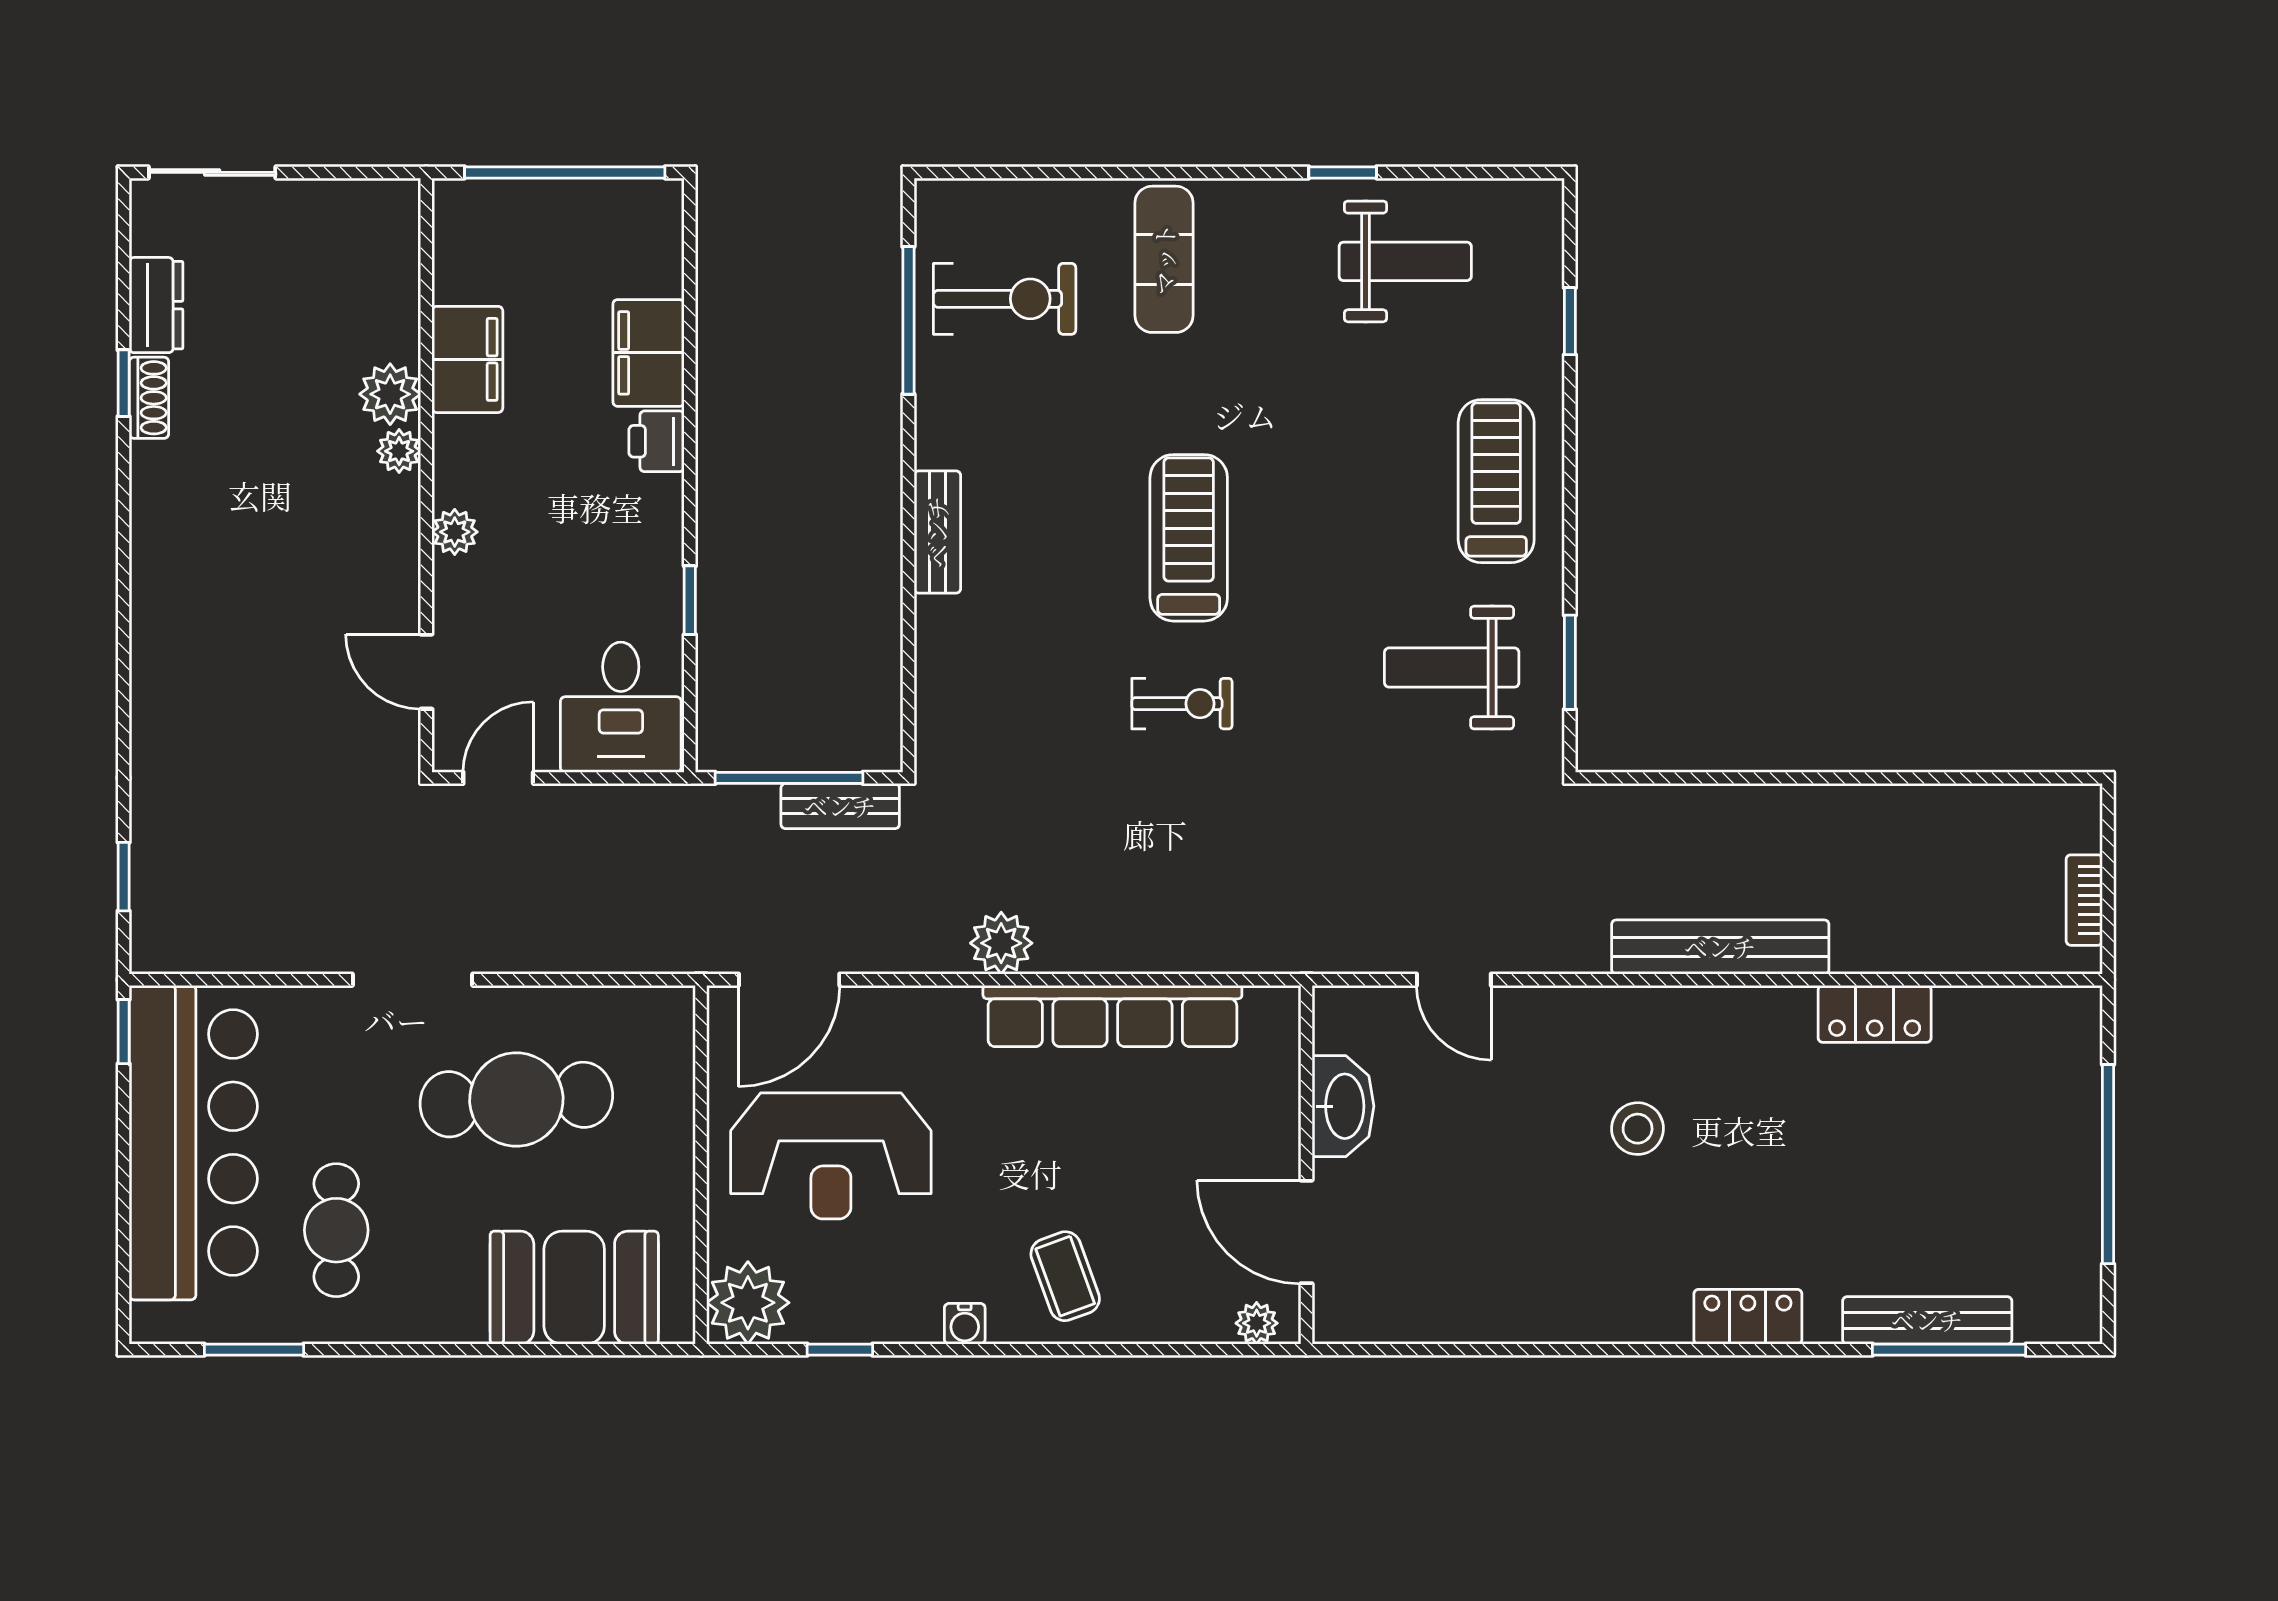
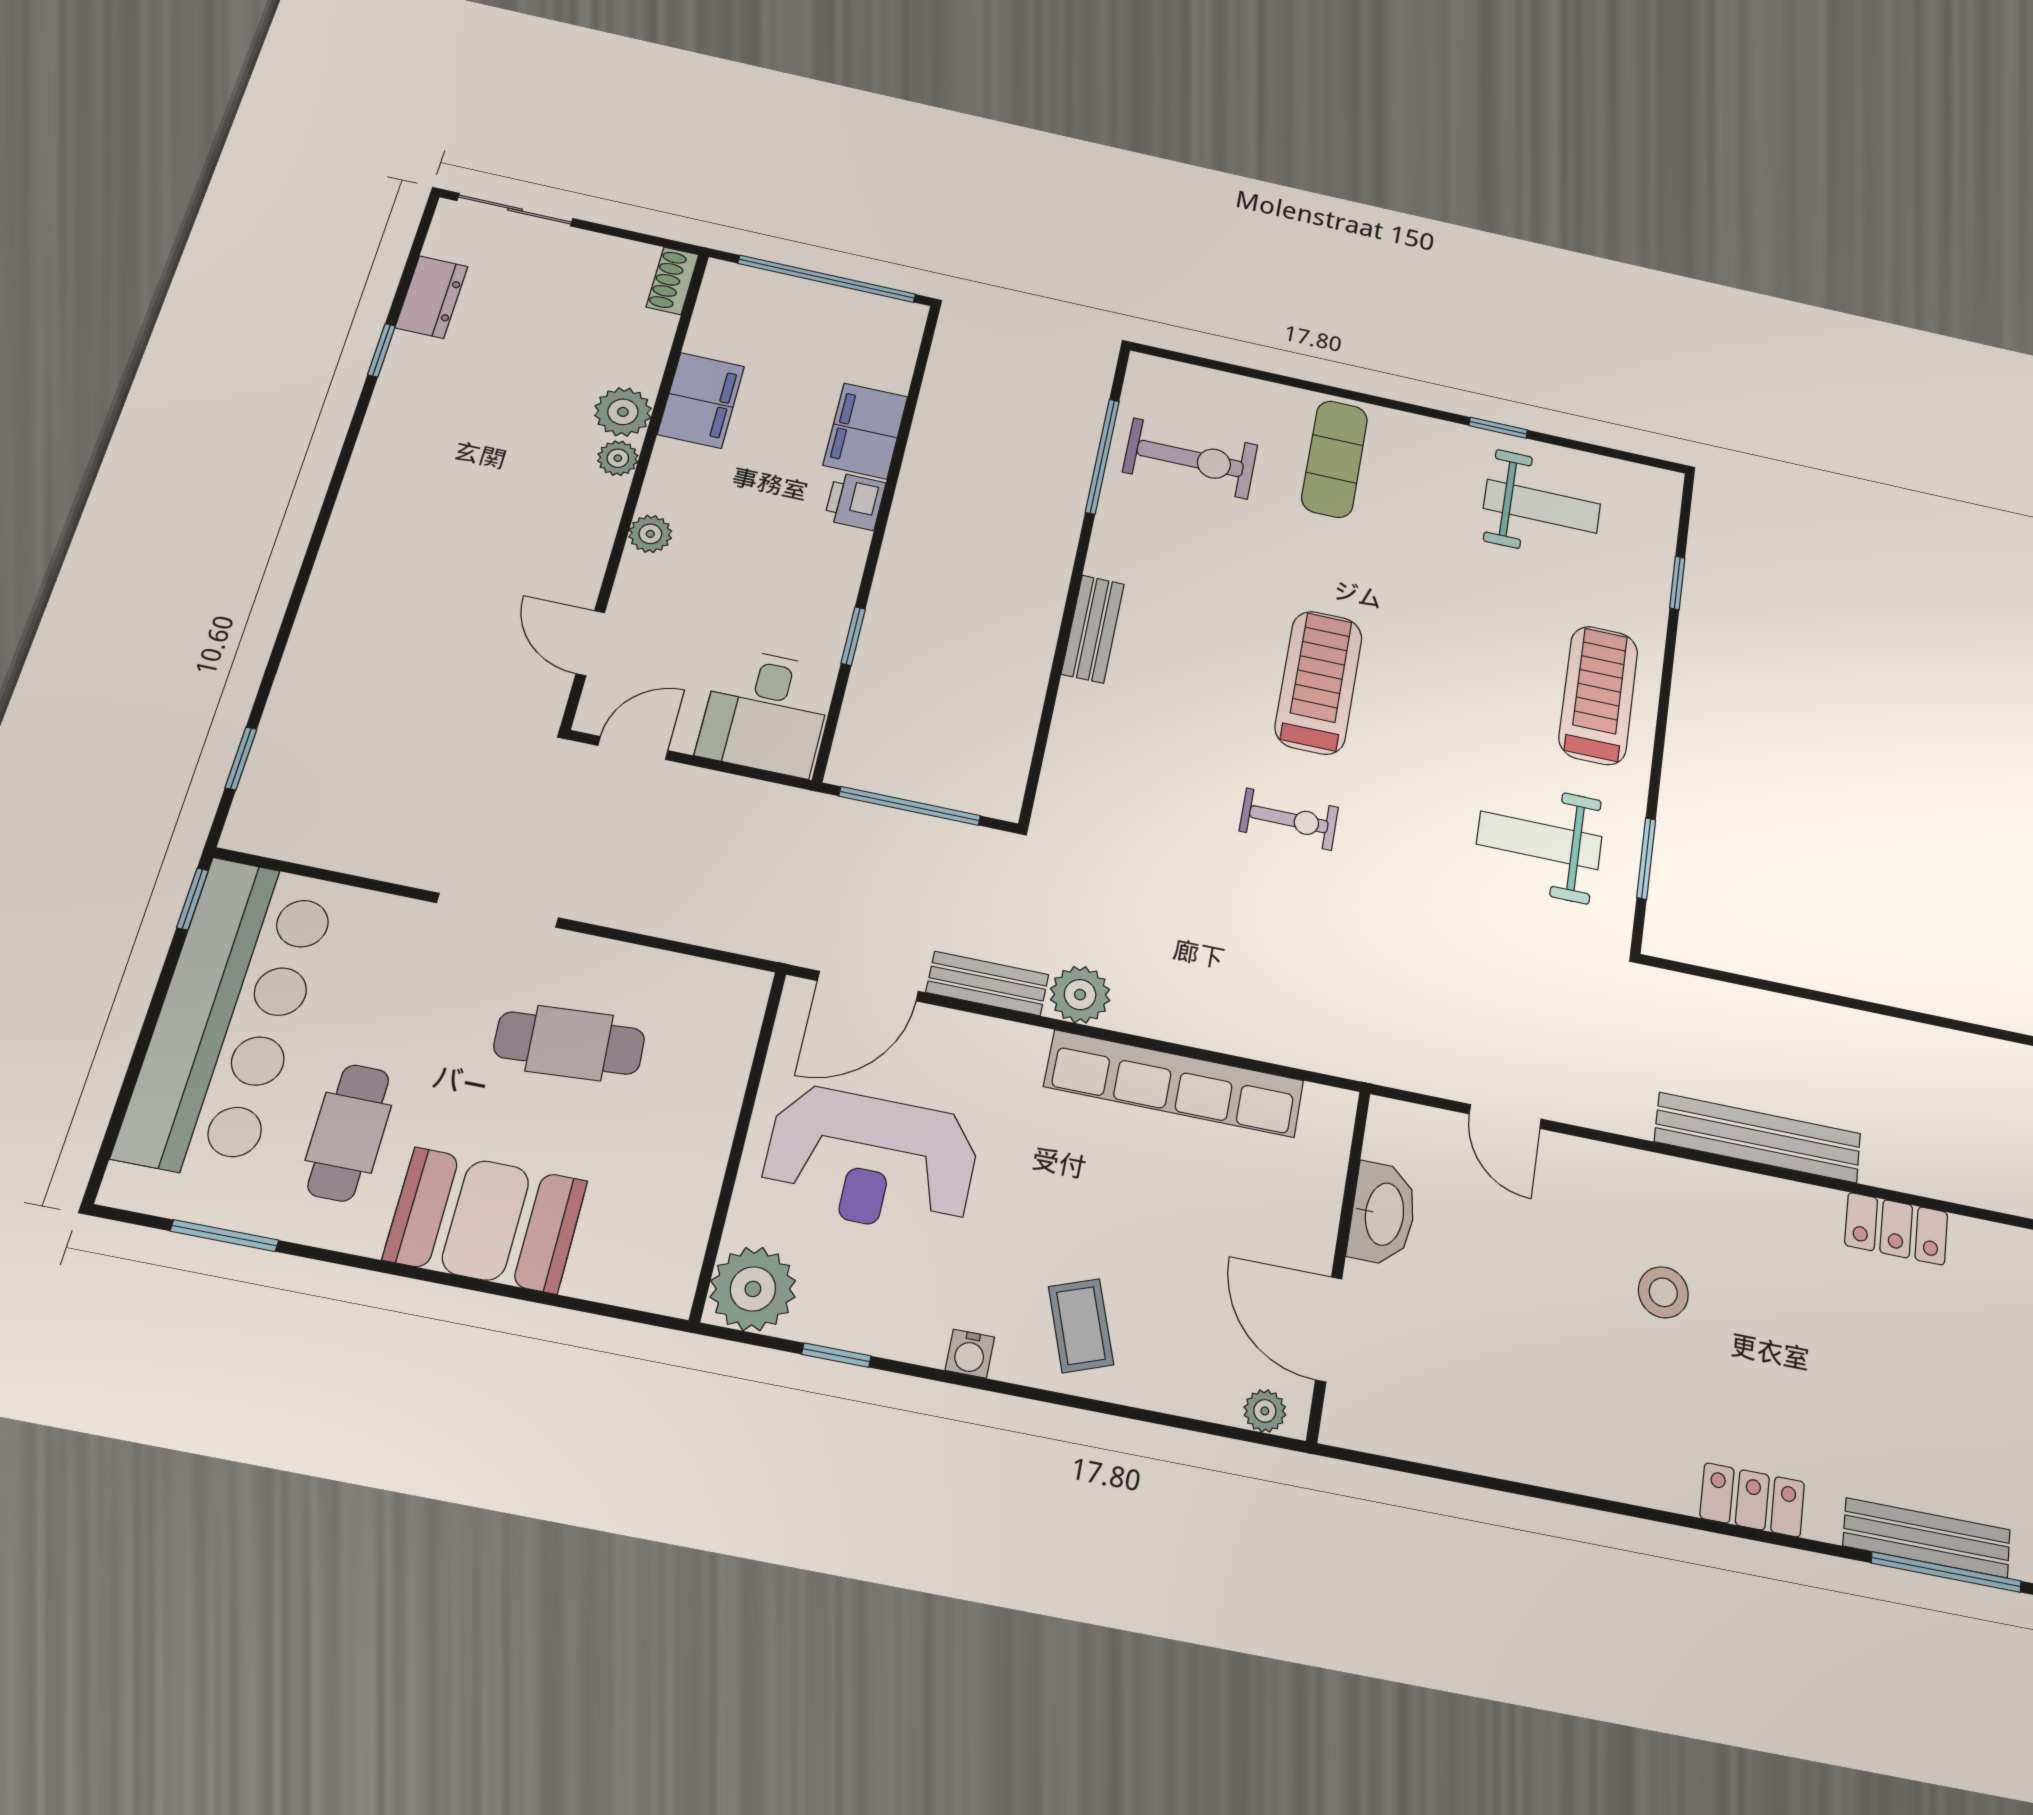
shoe rack: (149, 398) -> (672, 281), moved, turned 180
bench: (840, 806) -> (987, 984), moved
cafe table: (516, 1100) -> (569, 1043), width x0.73, depth x0.74
booth: (574, 1288) -> (486, 1220), moved

